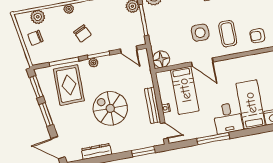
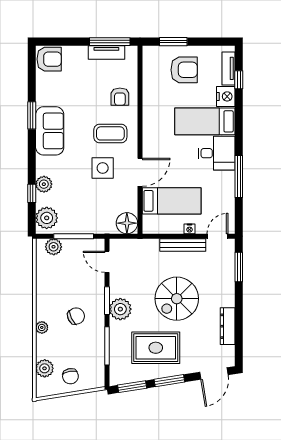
door: (129, 49) -> (107, 262), swing flipped
plant: (93, 63) -> (120, 309), width x1.87, depth x1.87
rug: (69, 85) -> (156, 348), moved

